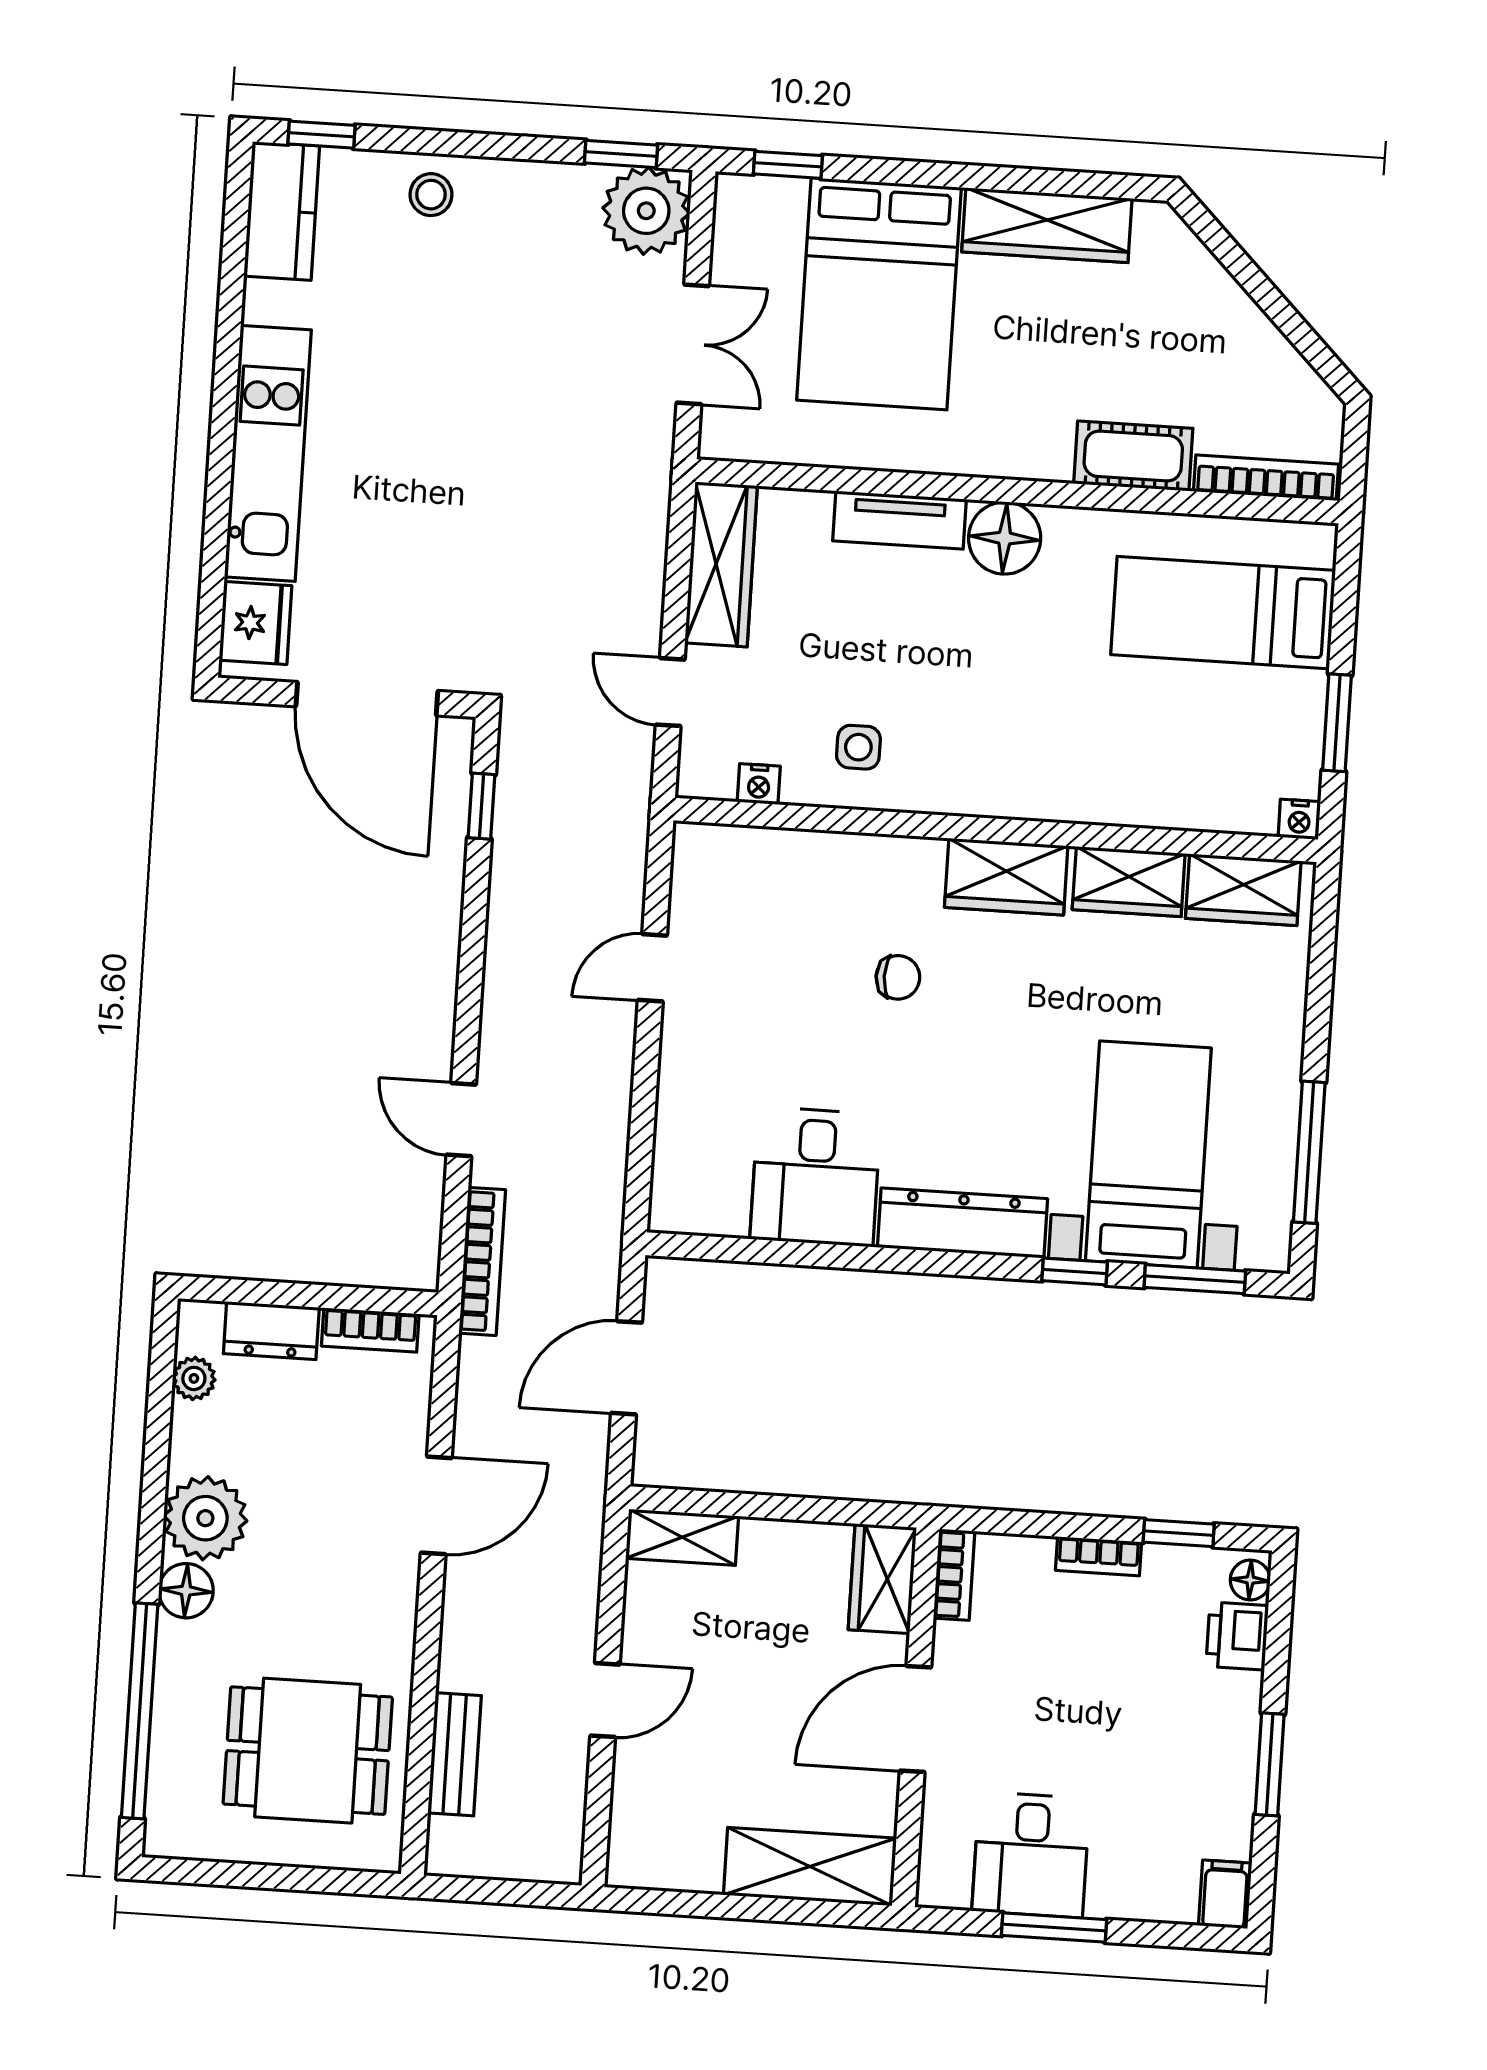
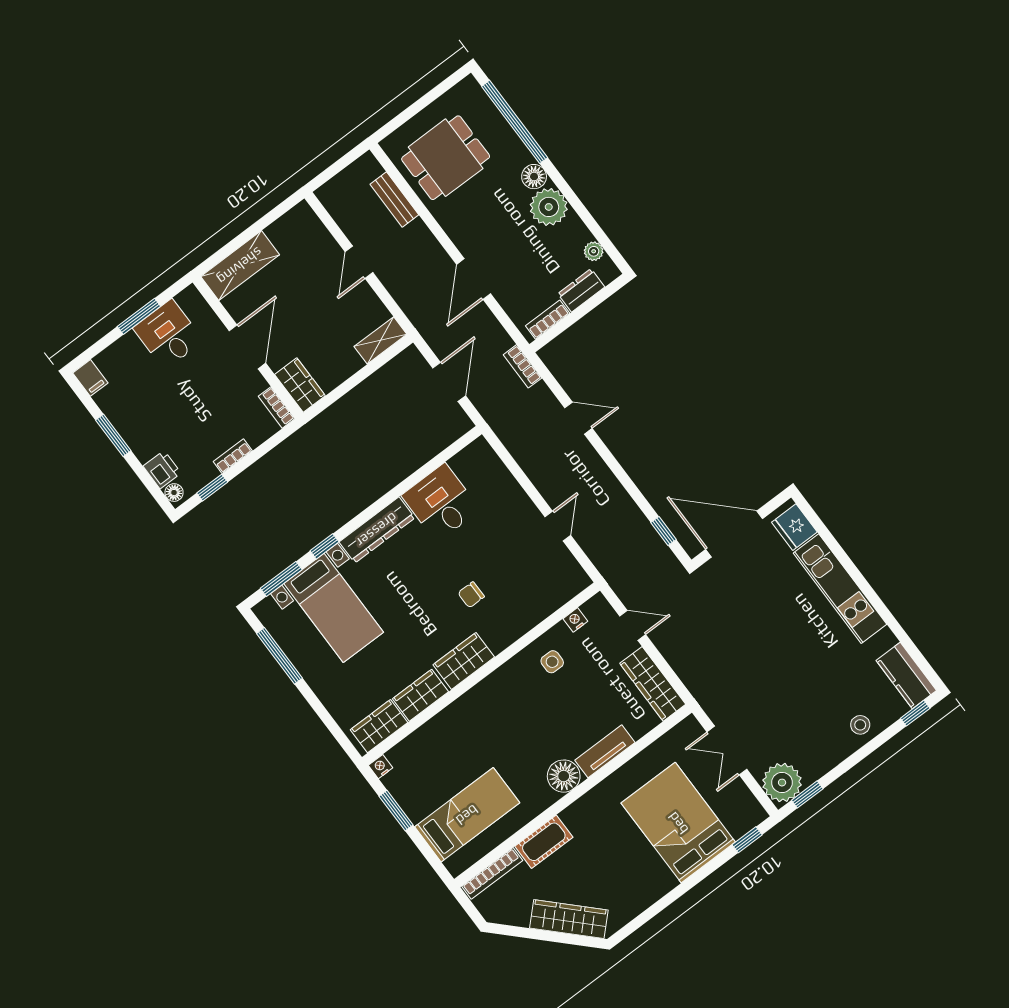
wardrobe: (1047, 225) -> (569, 919), moved, turned 45
bookcase: (482, 1261) -> (522, 366), width x0.64

